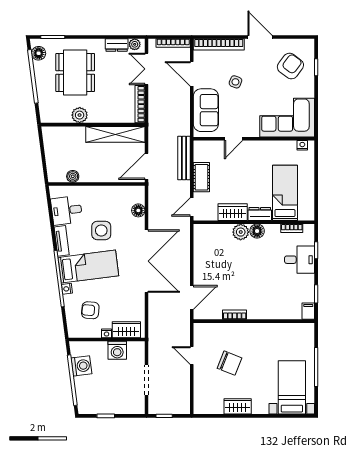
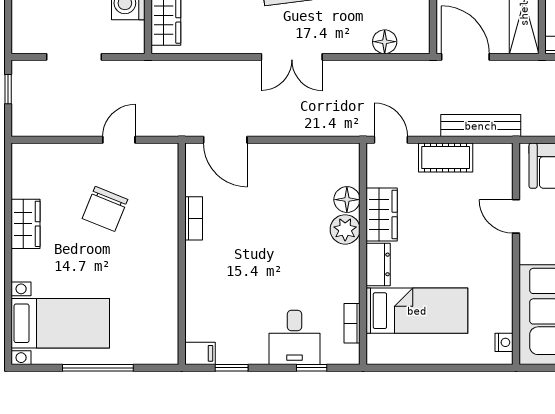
floor lamp: (257, 231) -> (347, 200), moved
double door: (147, 261) -> (292, 57), width x0.54

